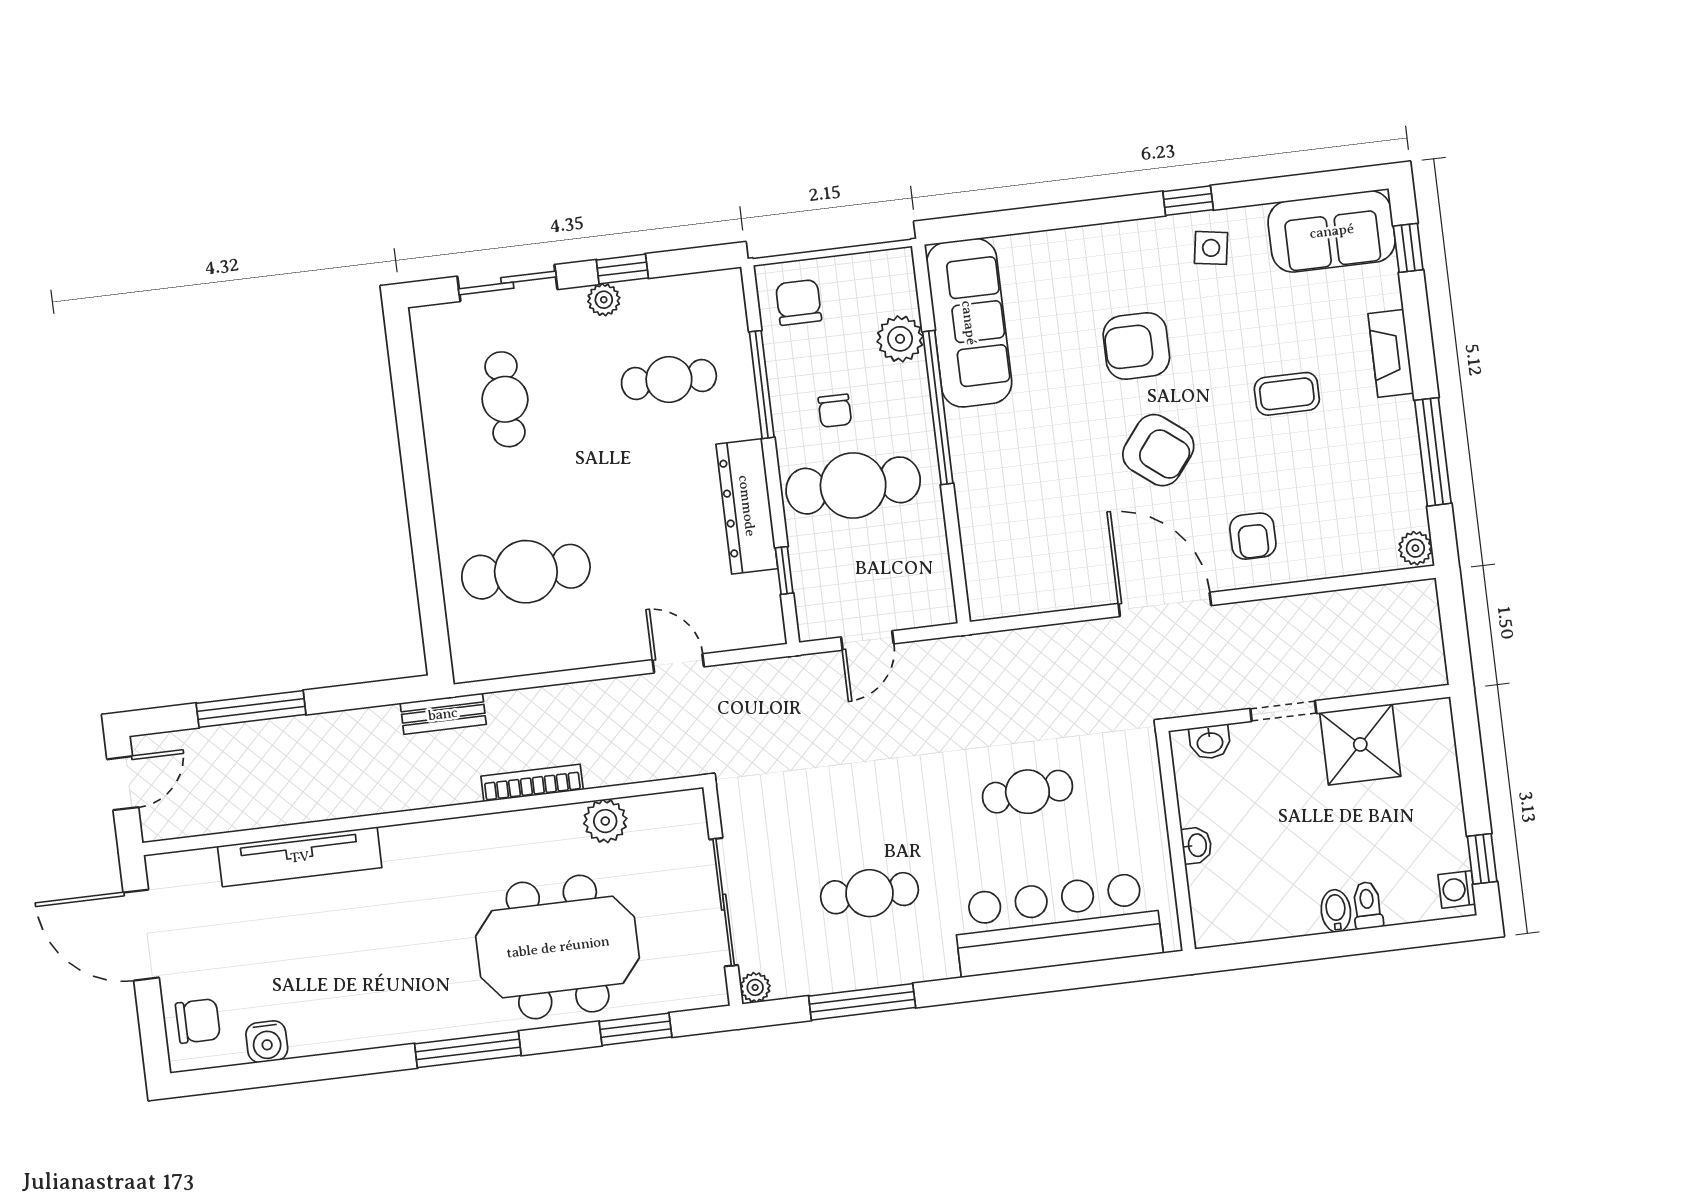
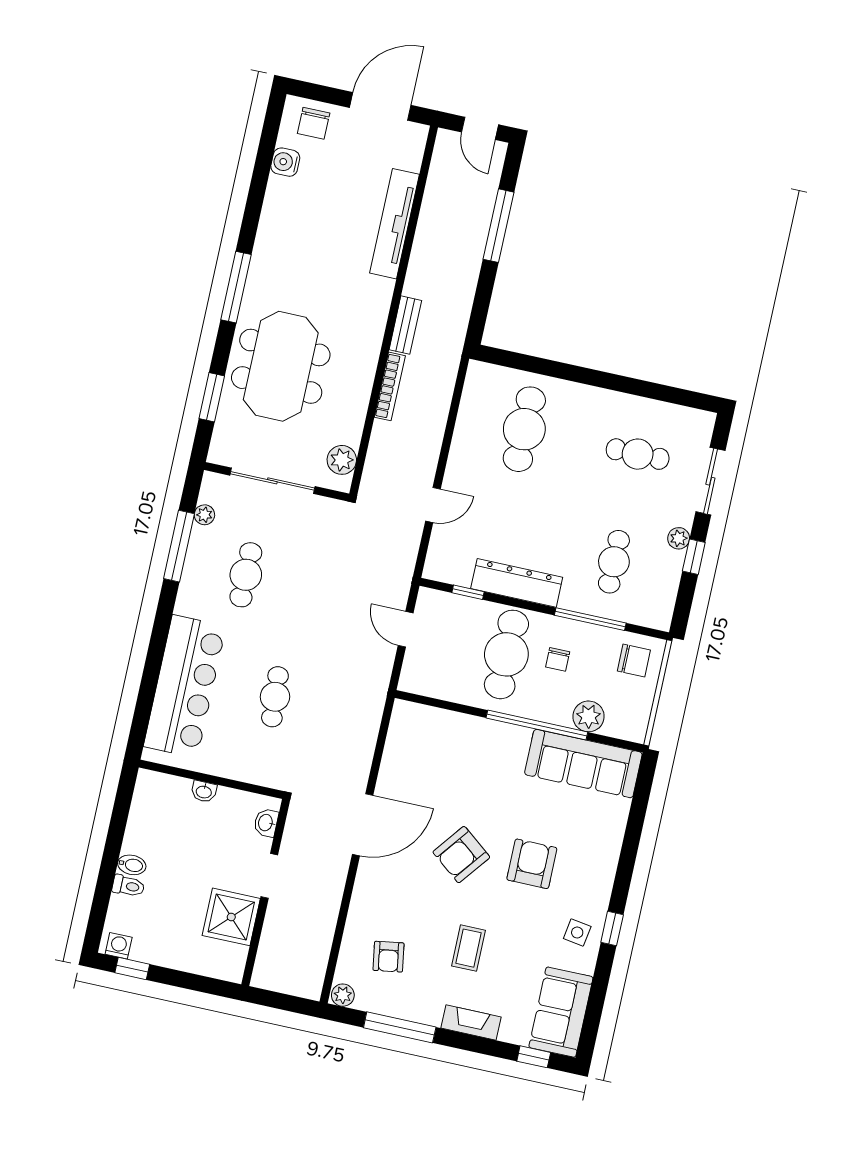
chair: (835, 411) -> (558, 659), turned -90
armchair: (1253, 536) -> (389, 957), moved, turned -99
bench: (443, 714) -> (405, 325), moved
plant: (605, 821) -> (342, 460), moved
plant: (755, 987) -> (204, 515), moved

